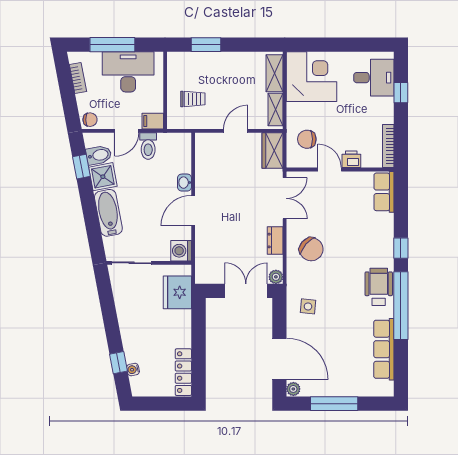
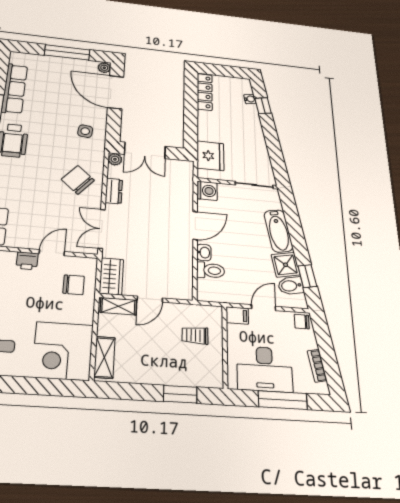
shelving: (276, 110) -> (118, 306), moved, turned 90
toilet: (148, 146) -> (211, 270), moved, turned 90
door: (330, 169) -> (52, 253), swing flipped

